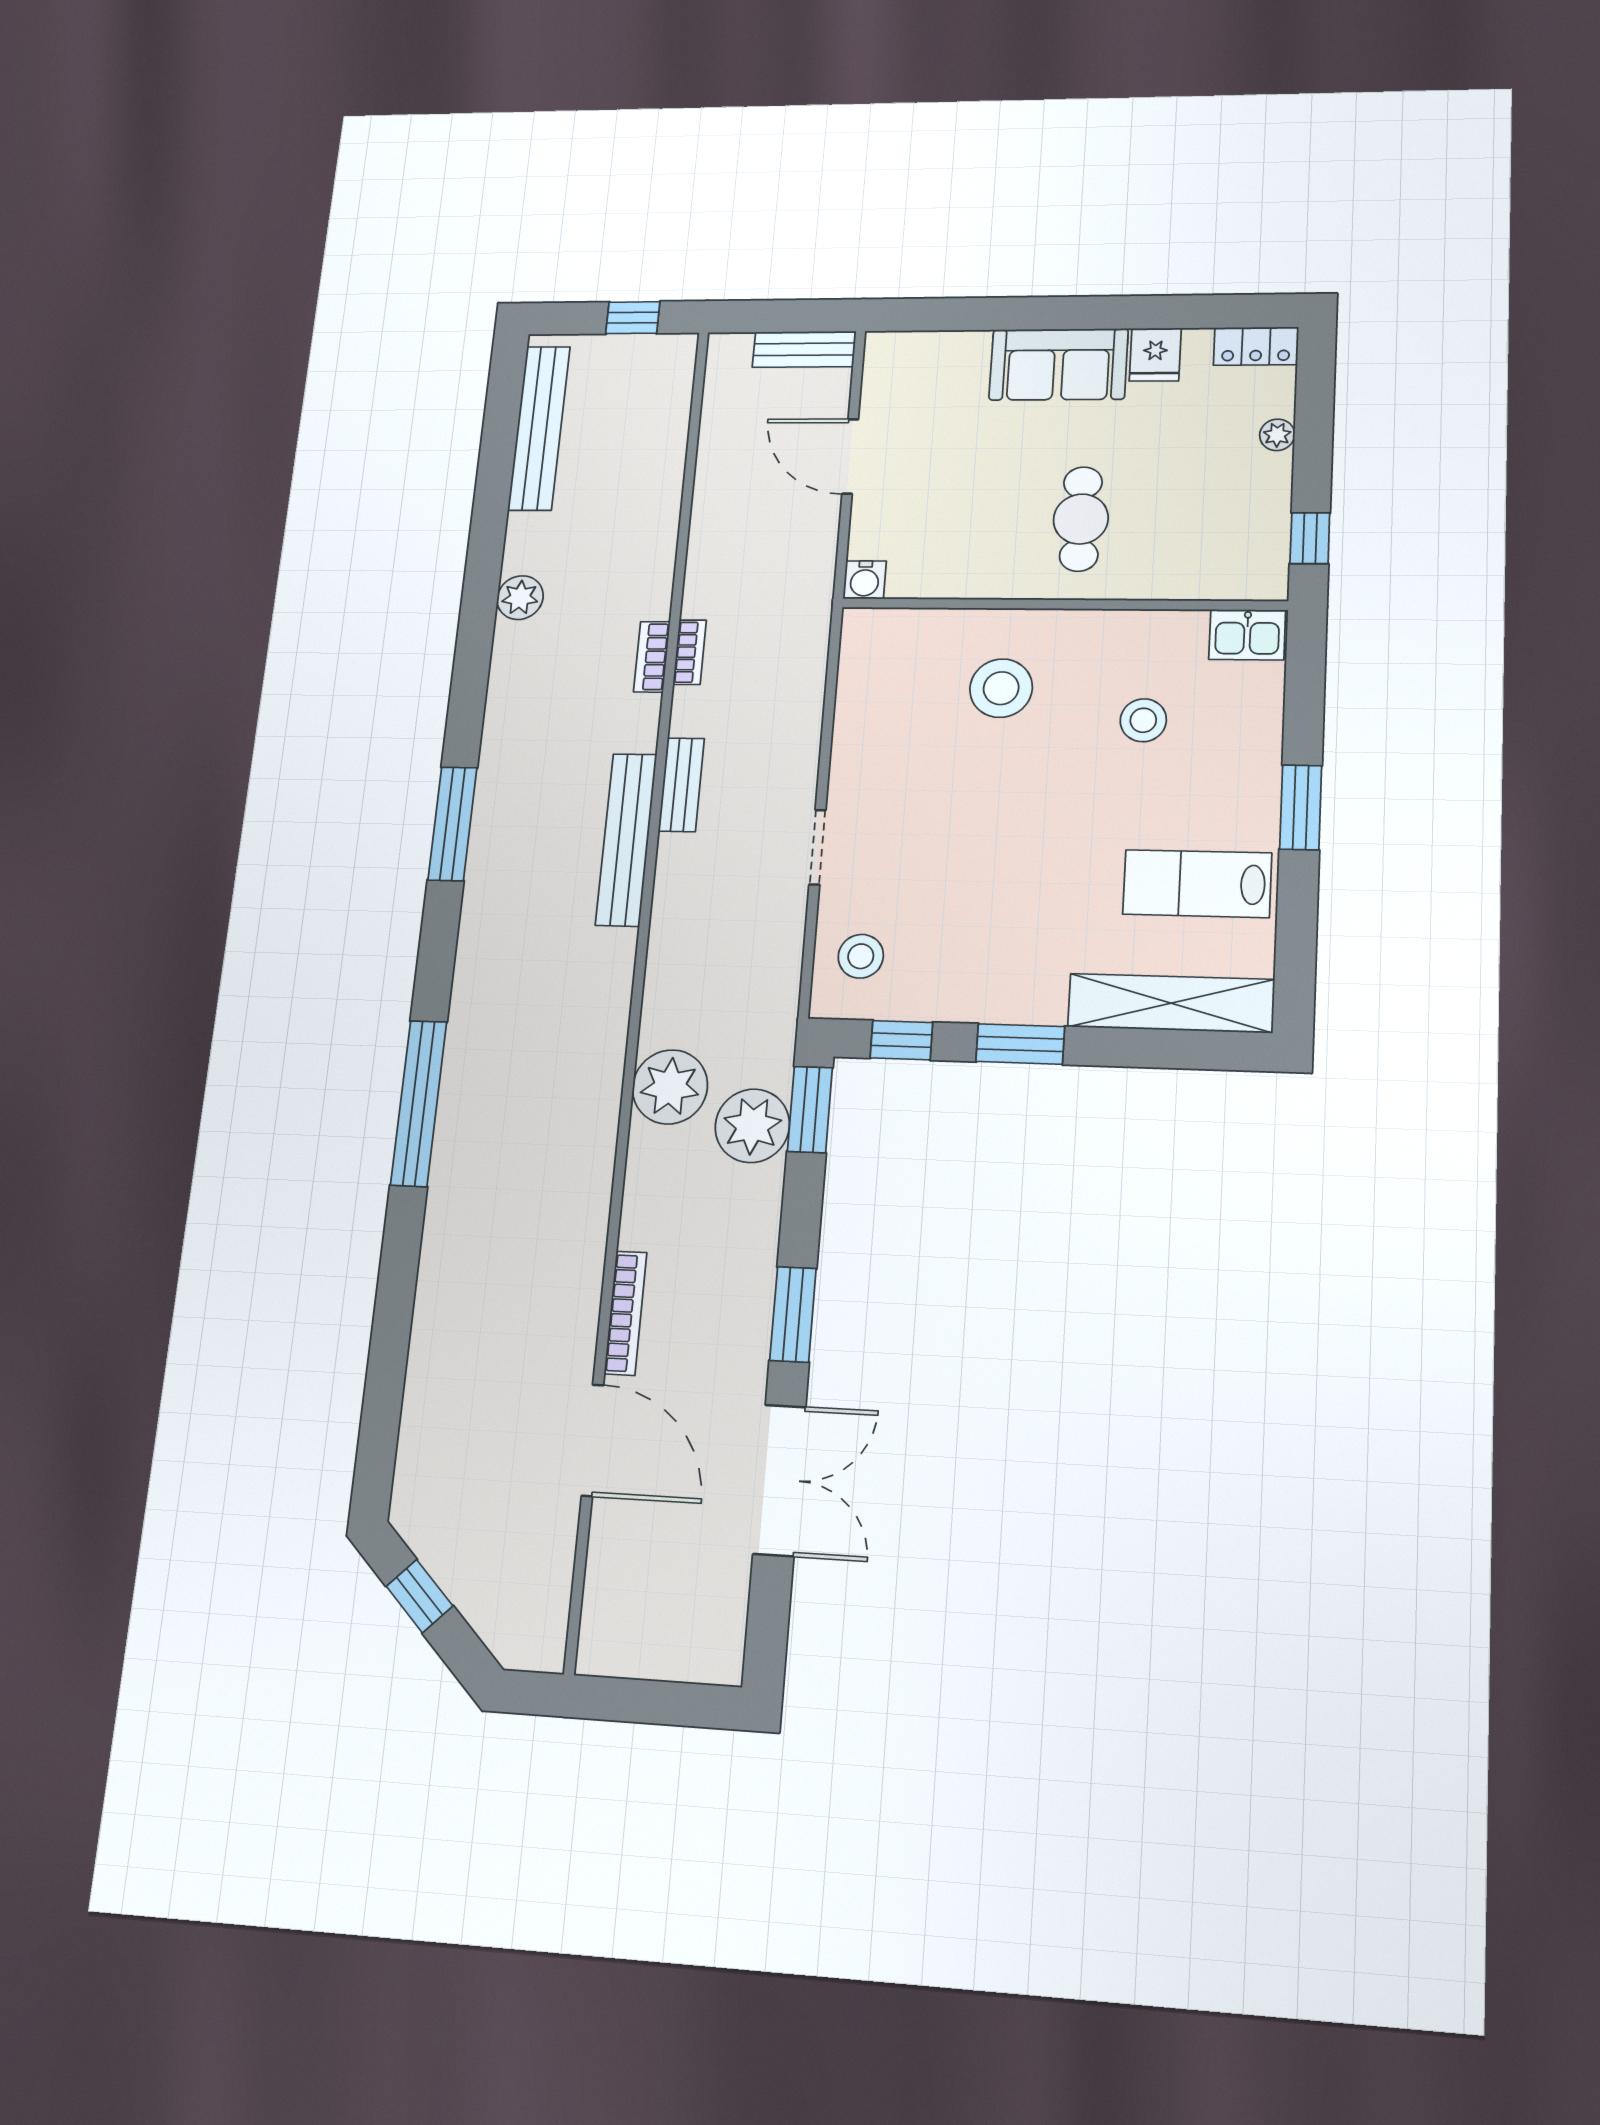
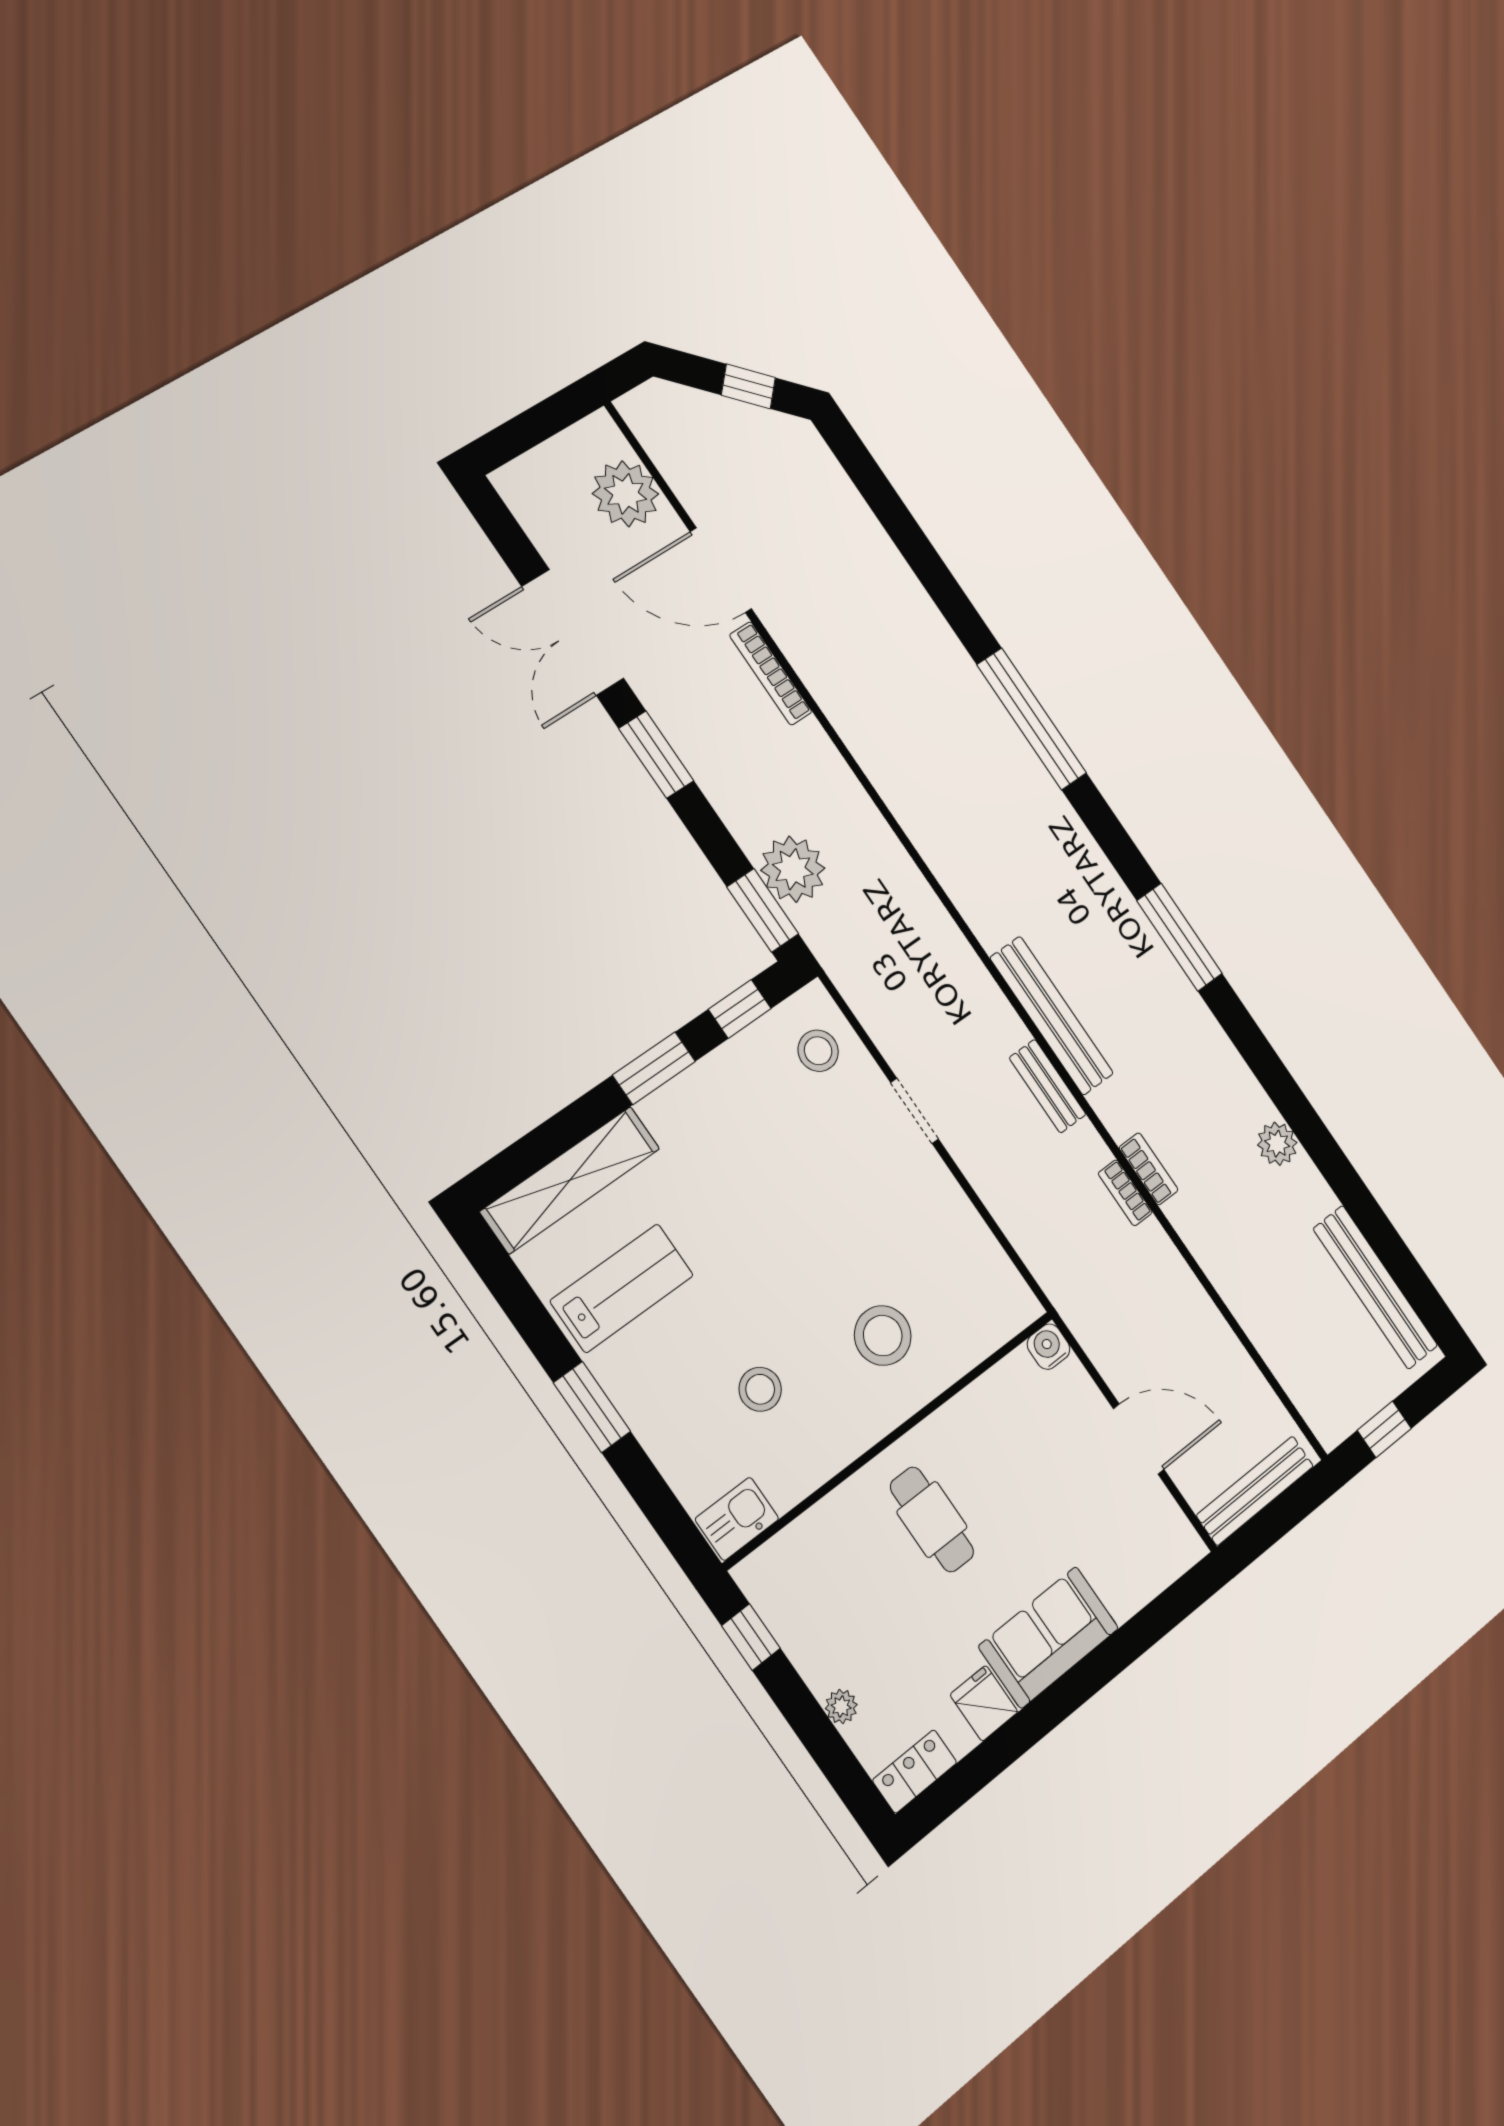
bench: (804, 349) -> (1255, 1491), width x1.36
plant: (670, 1087) -> (626, 494), moved

